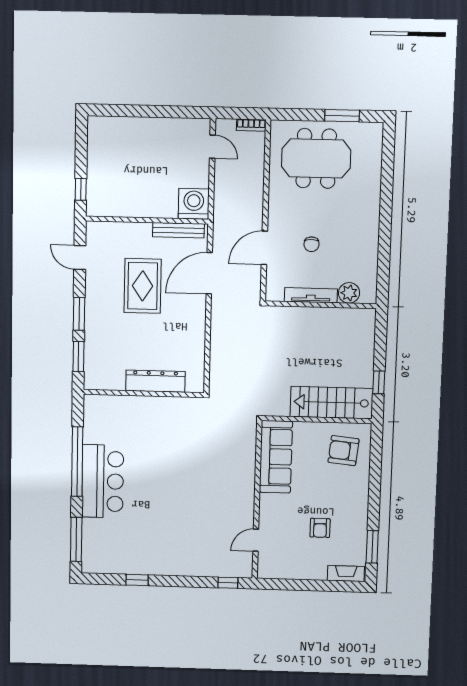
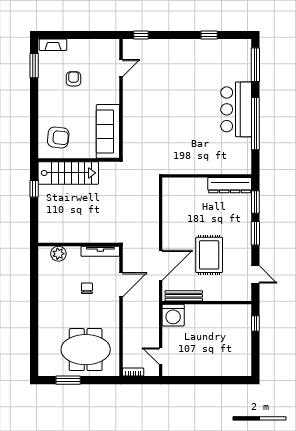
tv unit: (311, 295) -> (100, 251), moved
dresser: (155, 381) -> (230, 185), moved

